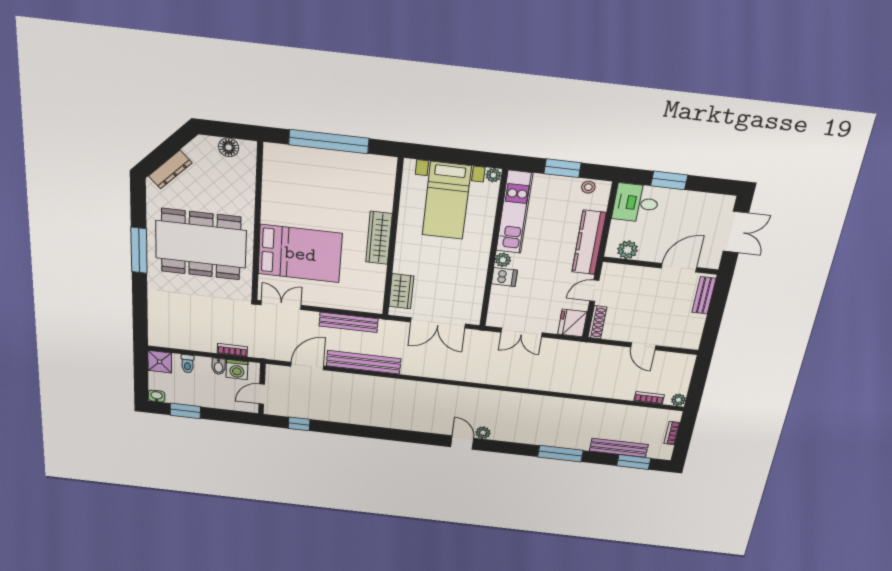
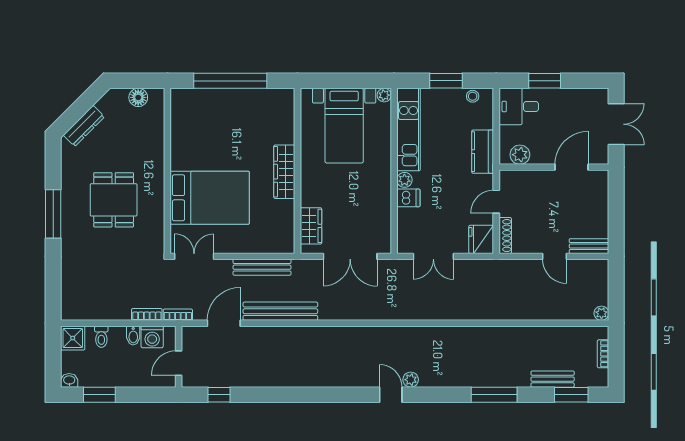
kitchen counter: (589, 242) -> (483, 152), width x0.67
dining table: (201, 244) -> (114, 200), width x0.53, depth x0.80
bench: (704, 295) -> (589, 246), moved, turned 90
bookcase: (649, 398) -> (178, 315), moved
bench: (619, 448) -> (553, 379), width x0.73

